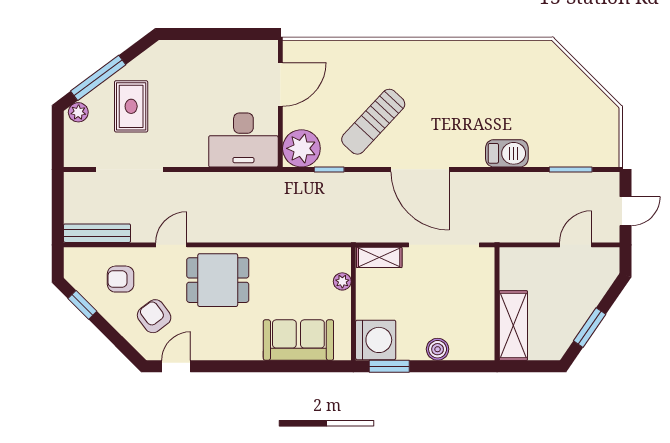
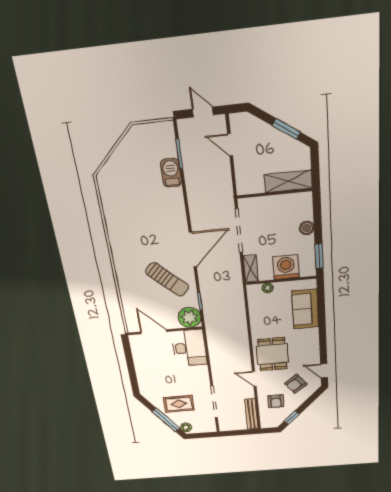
barbecue: (507, 153) -> (171, 173), moved
washing machine: (376, 340) -> (286, 267), moved

